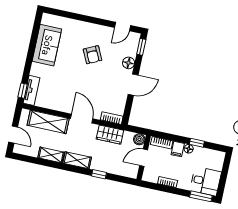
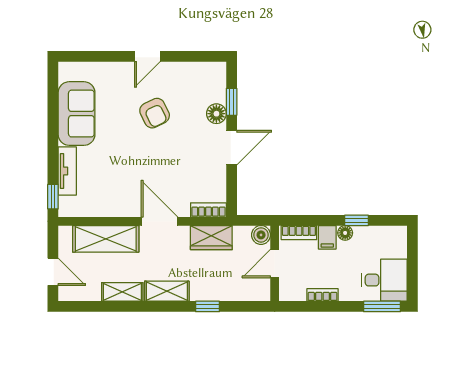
door: (122, 27) -> (147, 56), moved
window: (141, 47) -> (232, 102), moved
tv unit: (31, 90) -> (67, 171), moved

